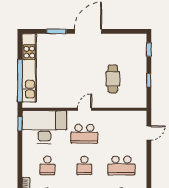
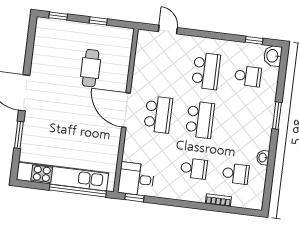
cafe table: (113, 79) -> (91, 68), turned 90
door: (85, 109) -> (126, 110), width x1.87
desk: (44, 127) -> (136, 179), width x0.53, depth x0.77
school desk: (84, 165) -> (200, 120), width x1.85

